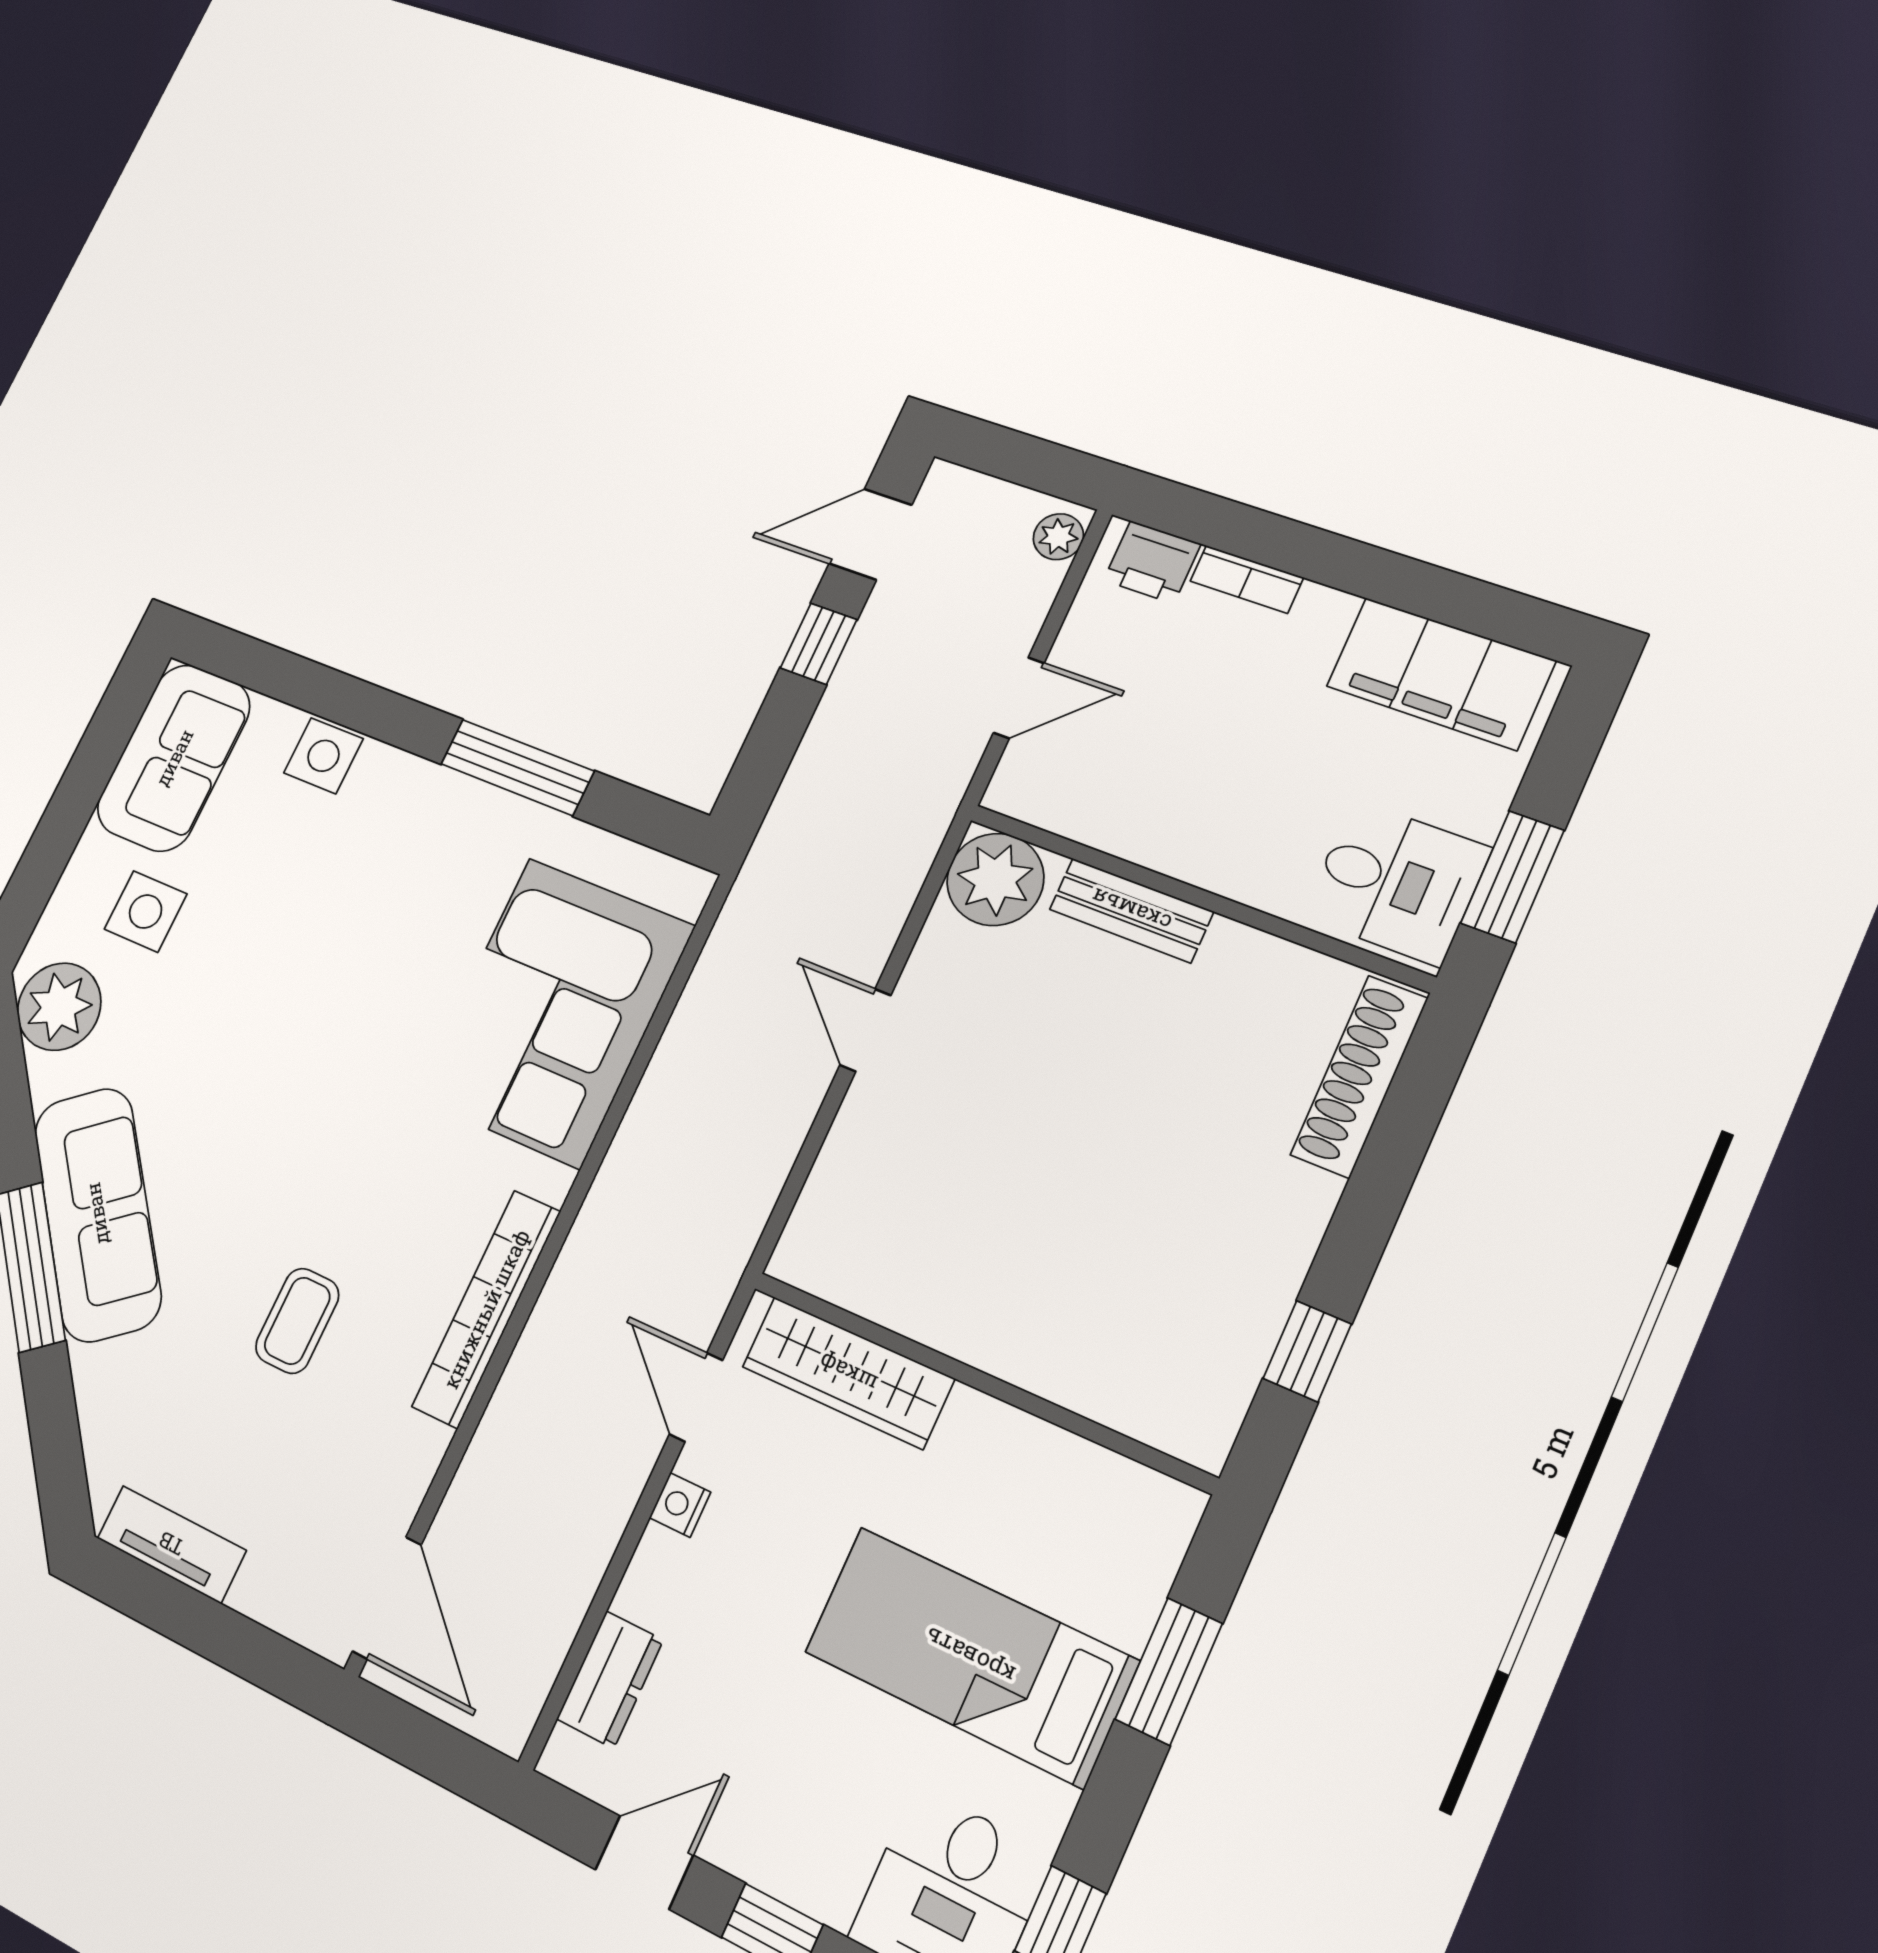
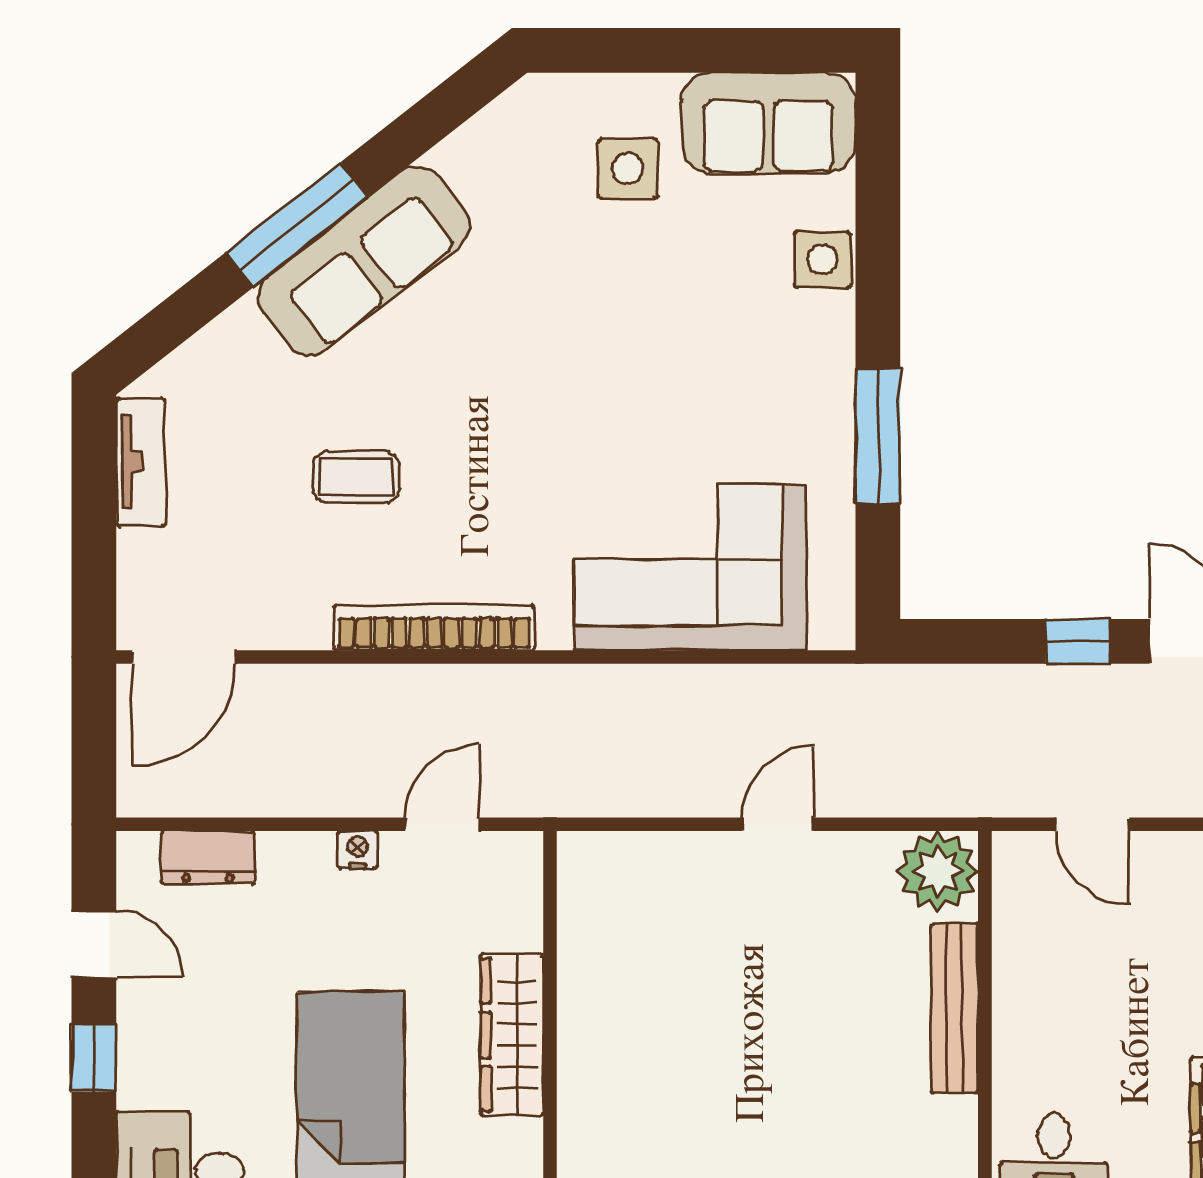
bench: (1131, 910) -> (954, 1008), width x1.36
plant: (59, 1007) -> (517, 133), removed
wardrobe: (848, 1373) -> (512, 1035), moved

